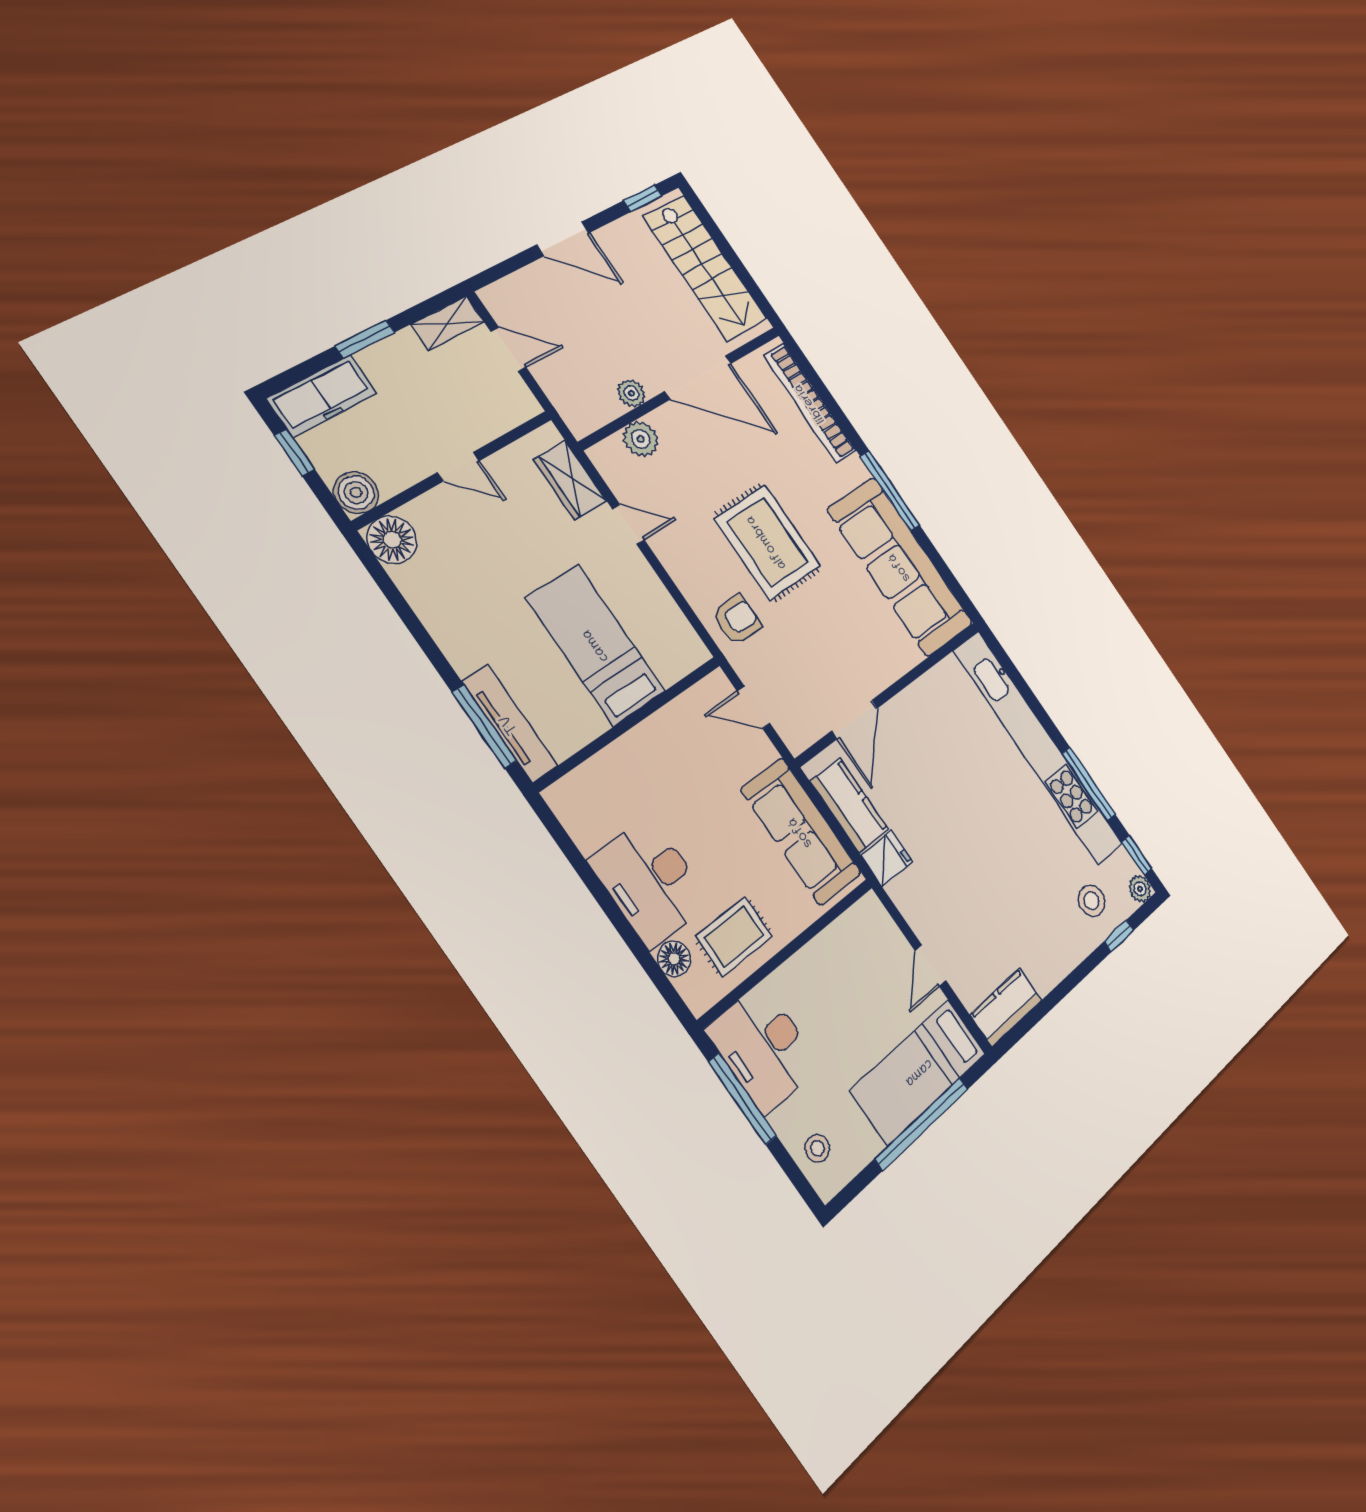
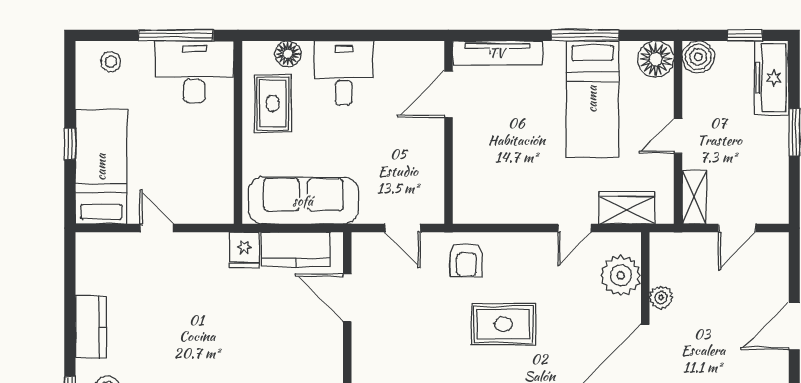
shelving: (447, 323) -> (694, 197), moved
plant: (641, 439) -> (621, 275), width x1.36, depth x1.36
rug: (767, 542) -> (504, 324), width x0.73, depth x0.70
bed: (596, 645) -> (592, 99), moved, turned 90
door: (754, 707) -> (403, 228), swing flipped
window: (484, 727) -> (585, 35), moved
door: (591, 749) -> (448, 94), added
desk: (650, 882) -> (344, 73), width x0.73
kitchen counter: (1006, 1008) -> (91, 327), moved
window: (922, 1124) -> (70, 144), width x0.32

